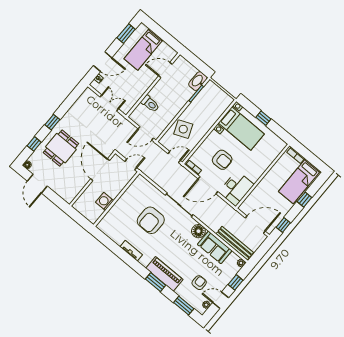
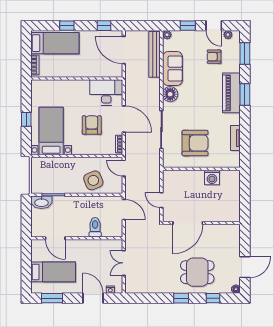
wall: (117, 199) -> (201, 169), moved
washing machine: (105, 201) -> (212, 177), moved

